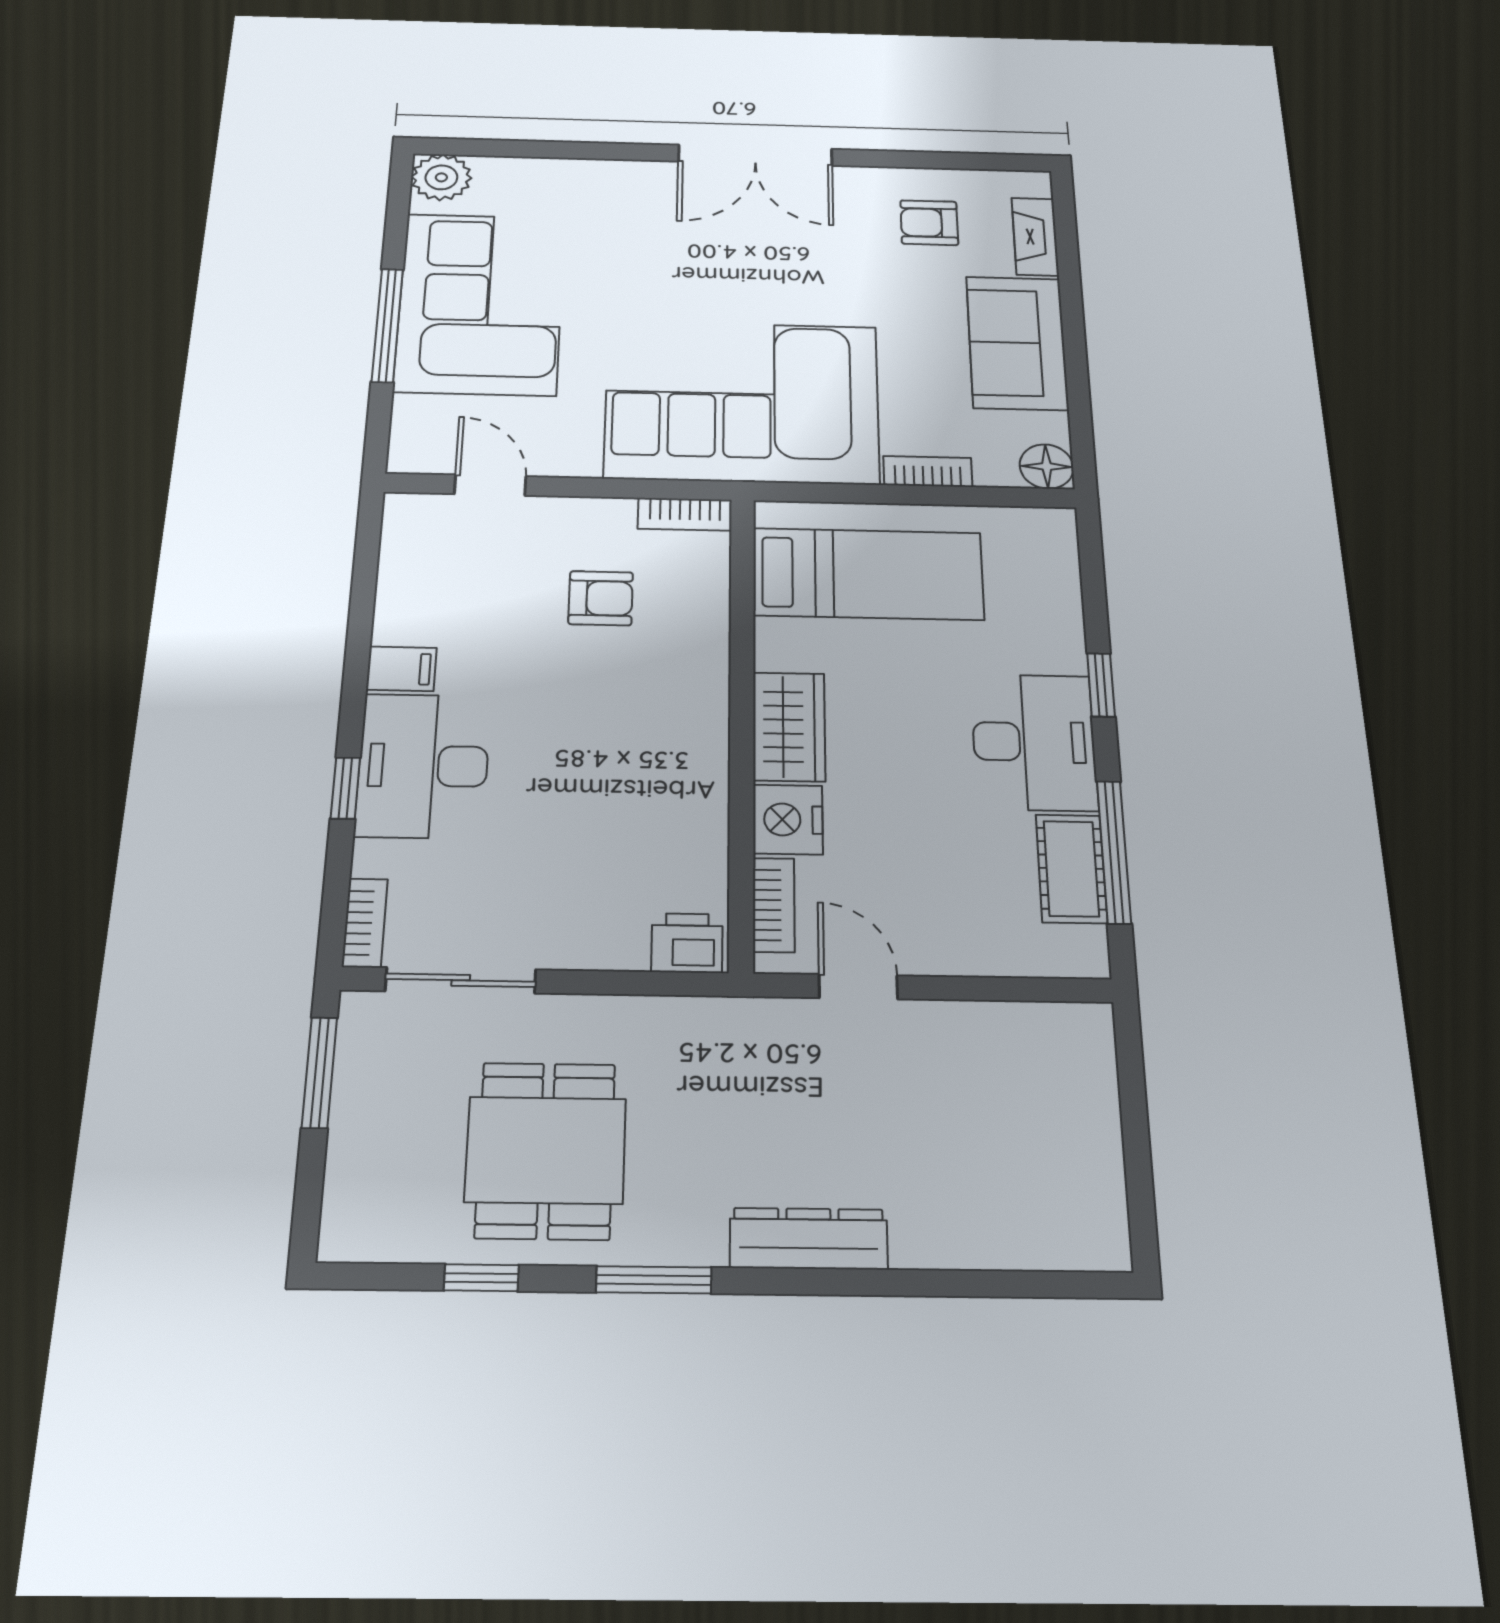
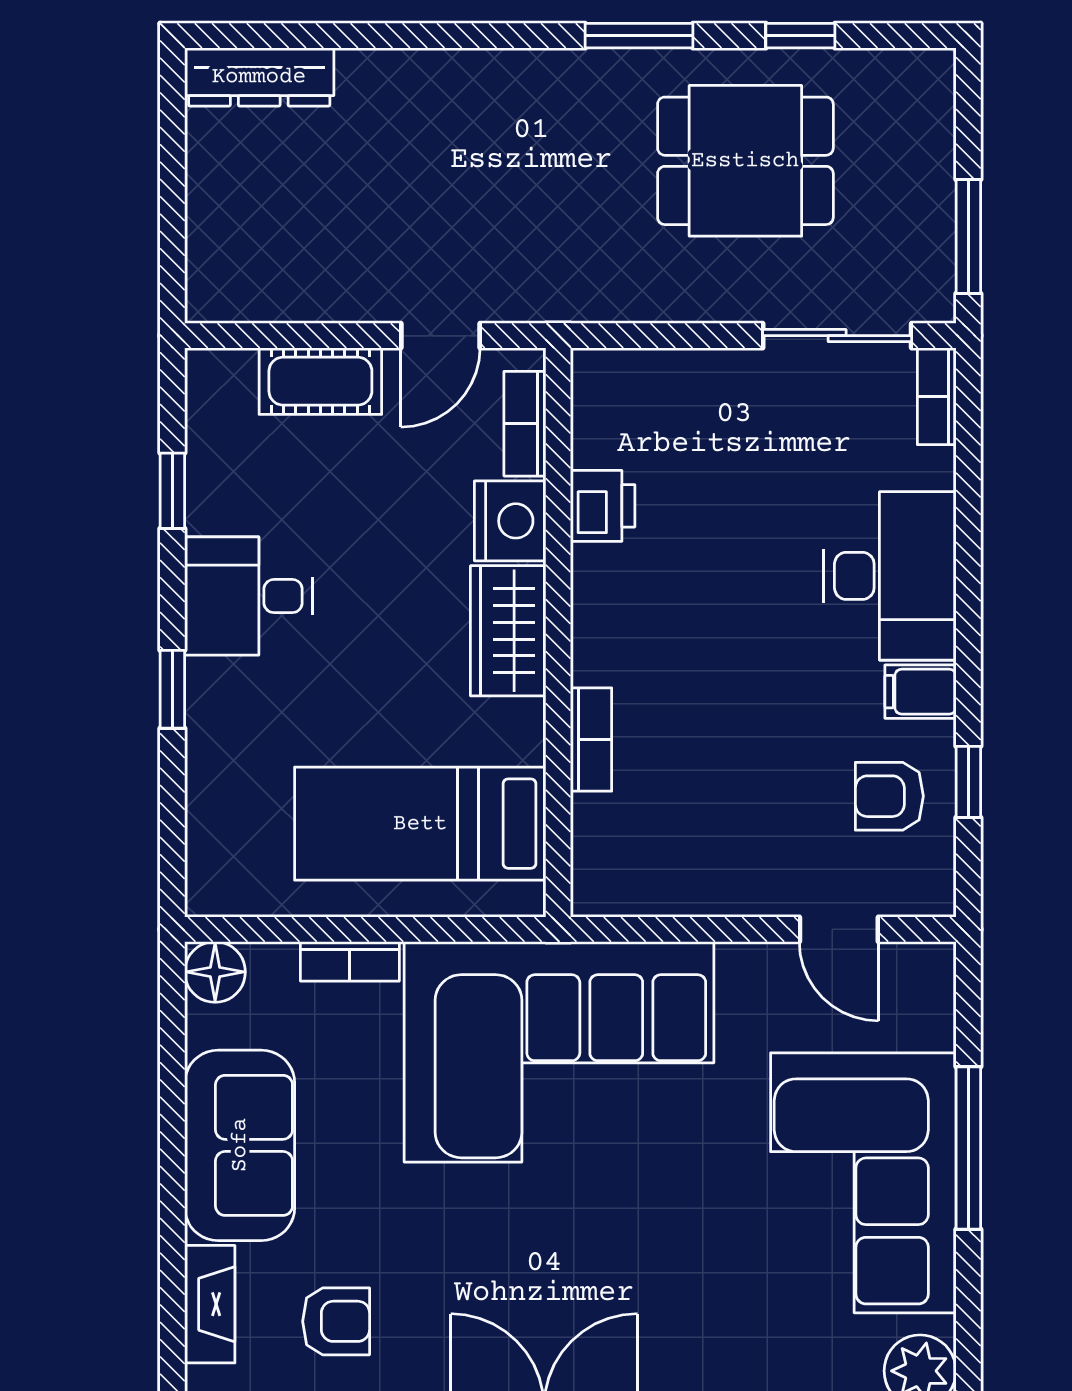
bookcase: (685, 514) -> (591, 740), moved, turned 90
armchair: (601, 598) -> (889, 796), moved
desk: (1034, 742) -> (249, 596), width x0.73
window: (345, 788) -> (968, 782), moved
window: (1114, 852) -> (172, 491), width x0.46
cot: (1071, 869) -> (320, 381), moved, turned 90
printer: (687, 943) -> (603, 506), moved, turned -90
door: (858, 987) -> (440, 336), hinge flipped
dining table: (546, 1150) -> (745, 161), turned 90
dresser: (809, 1239) -> (259, 77), moved

